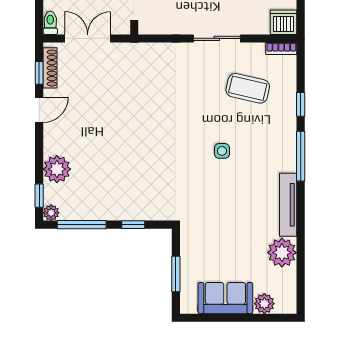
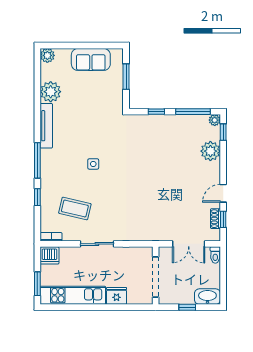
shoe rack: (50, 68) -> (215, 219), width x0.70
plant: (264, 304) -> (47, 55), moved

